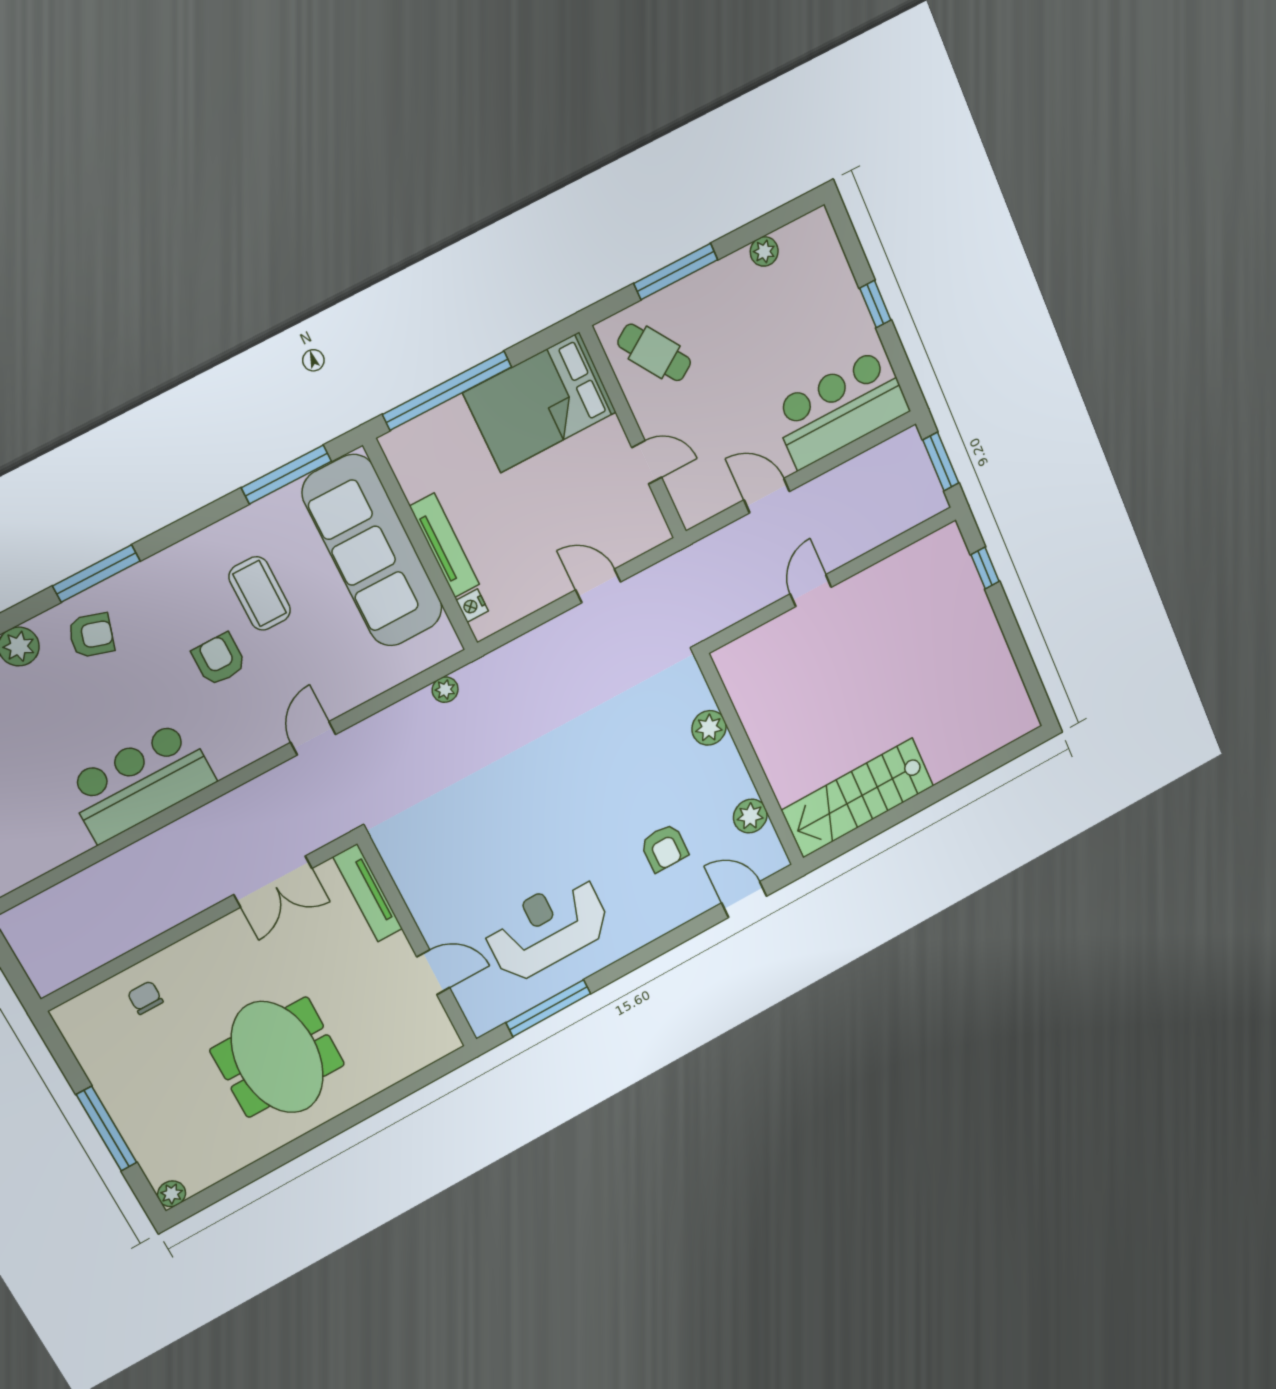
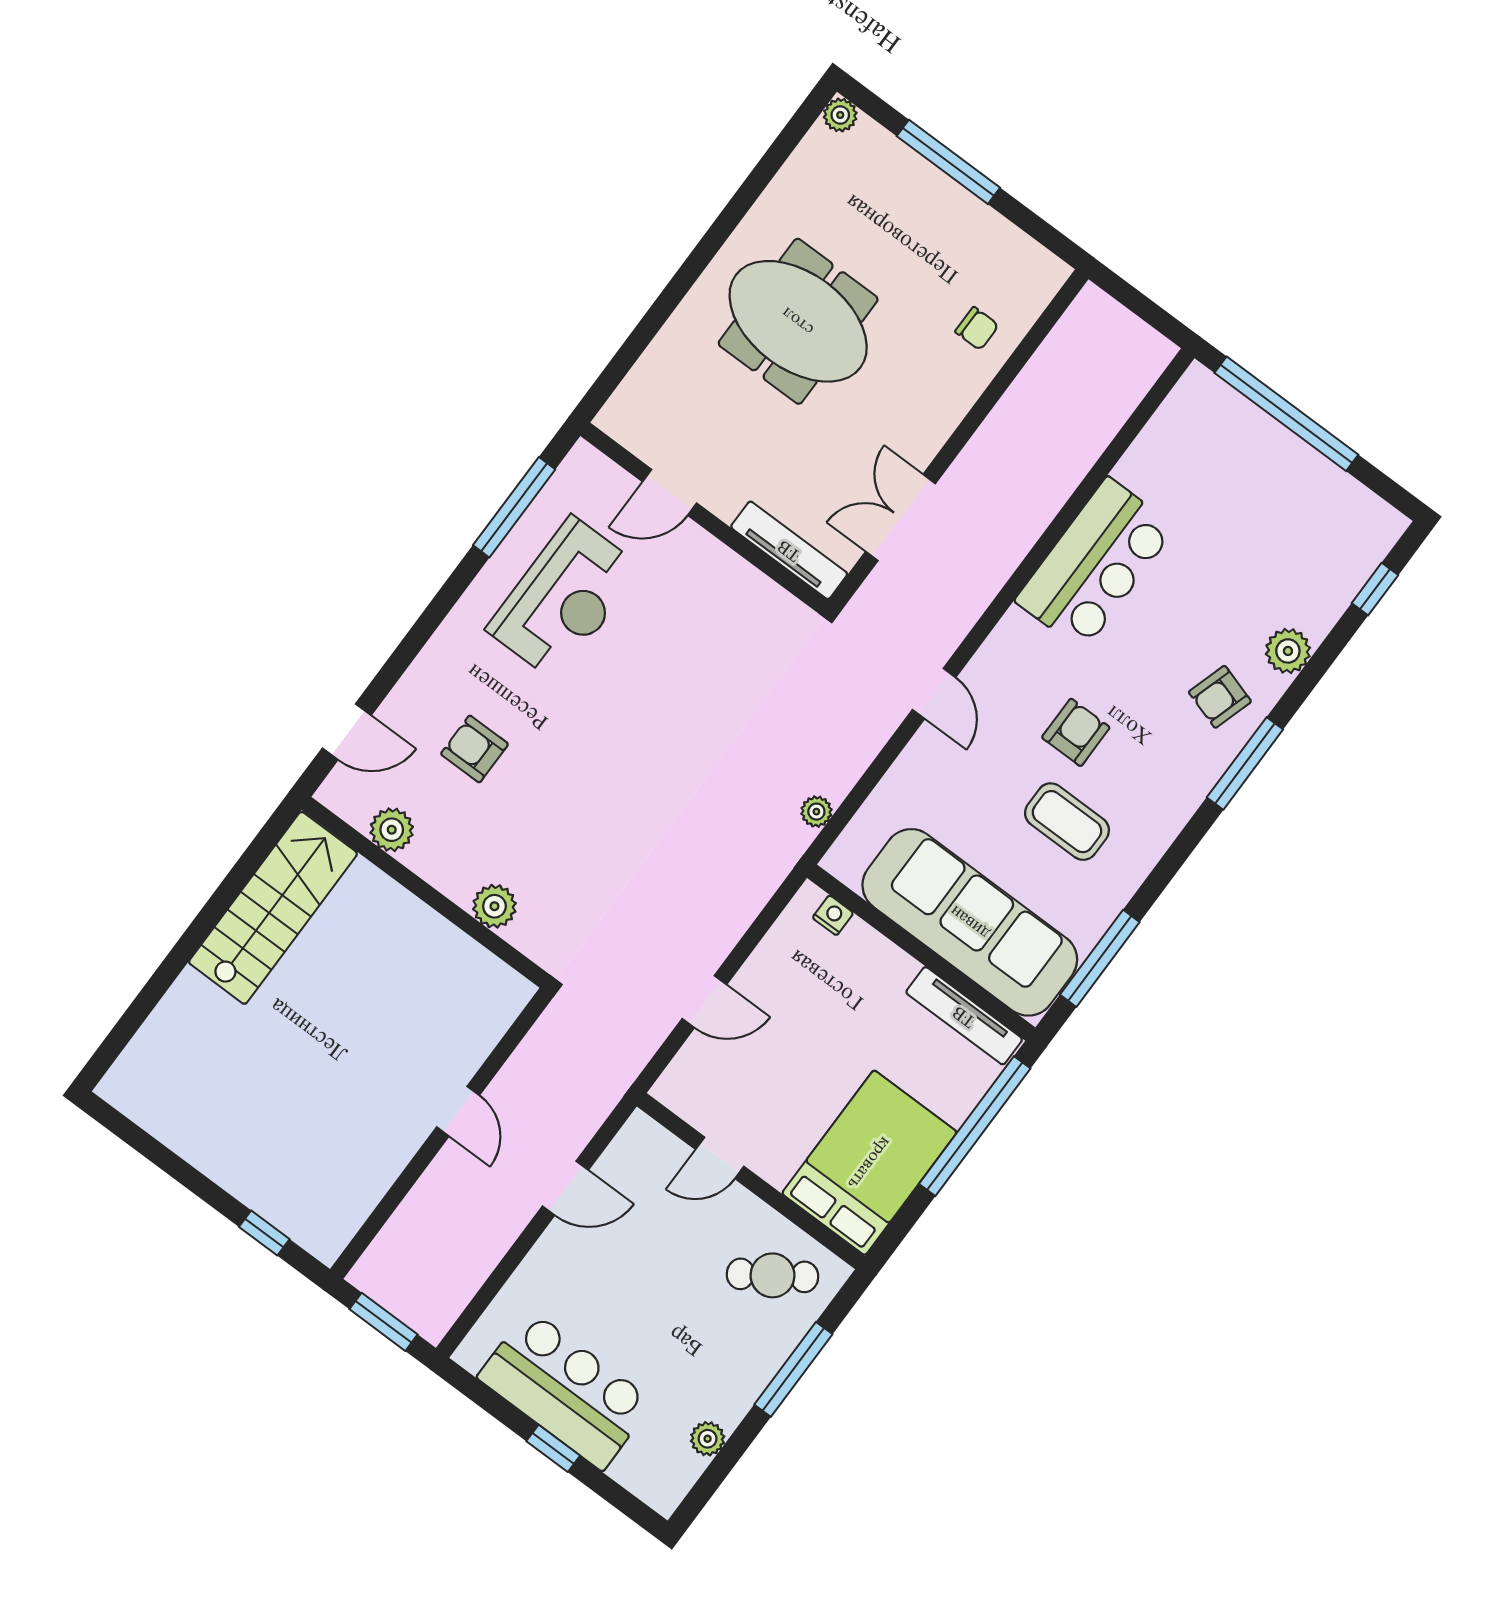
bar counter: (841, 409) -> (565, 1390), moved, turned -90
tv unit: (444, 545) -> (964, 1016), moved
armchair: (219, 659) -> (1076, 732), turned -90

